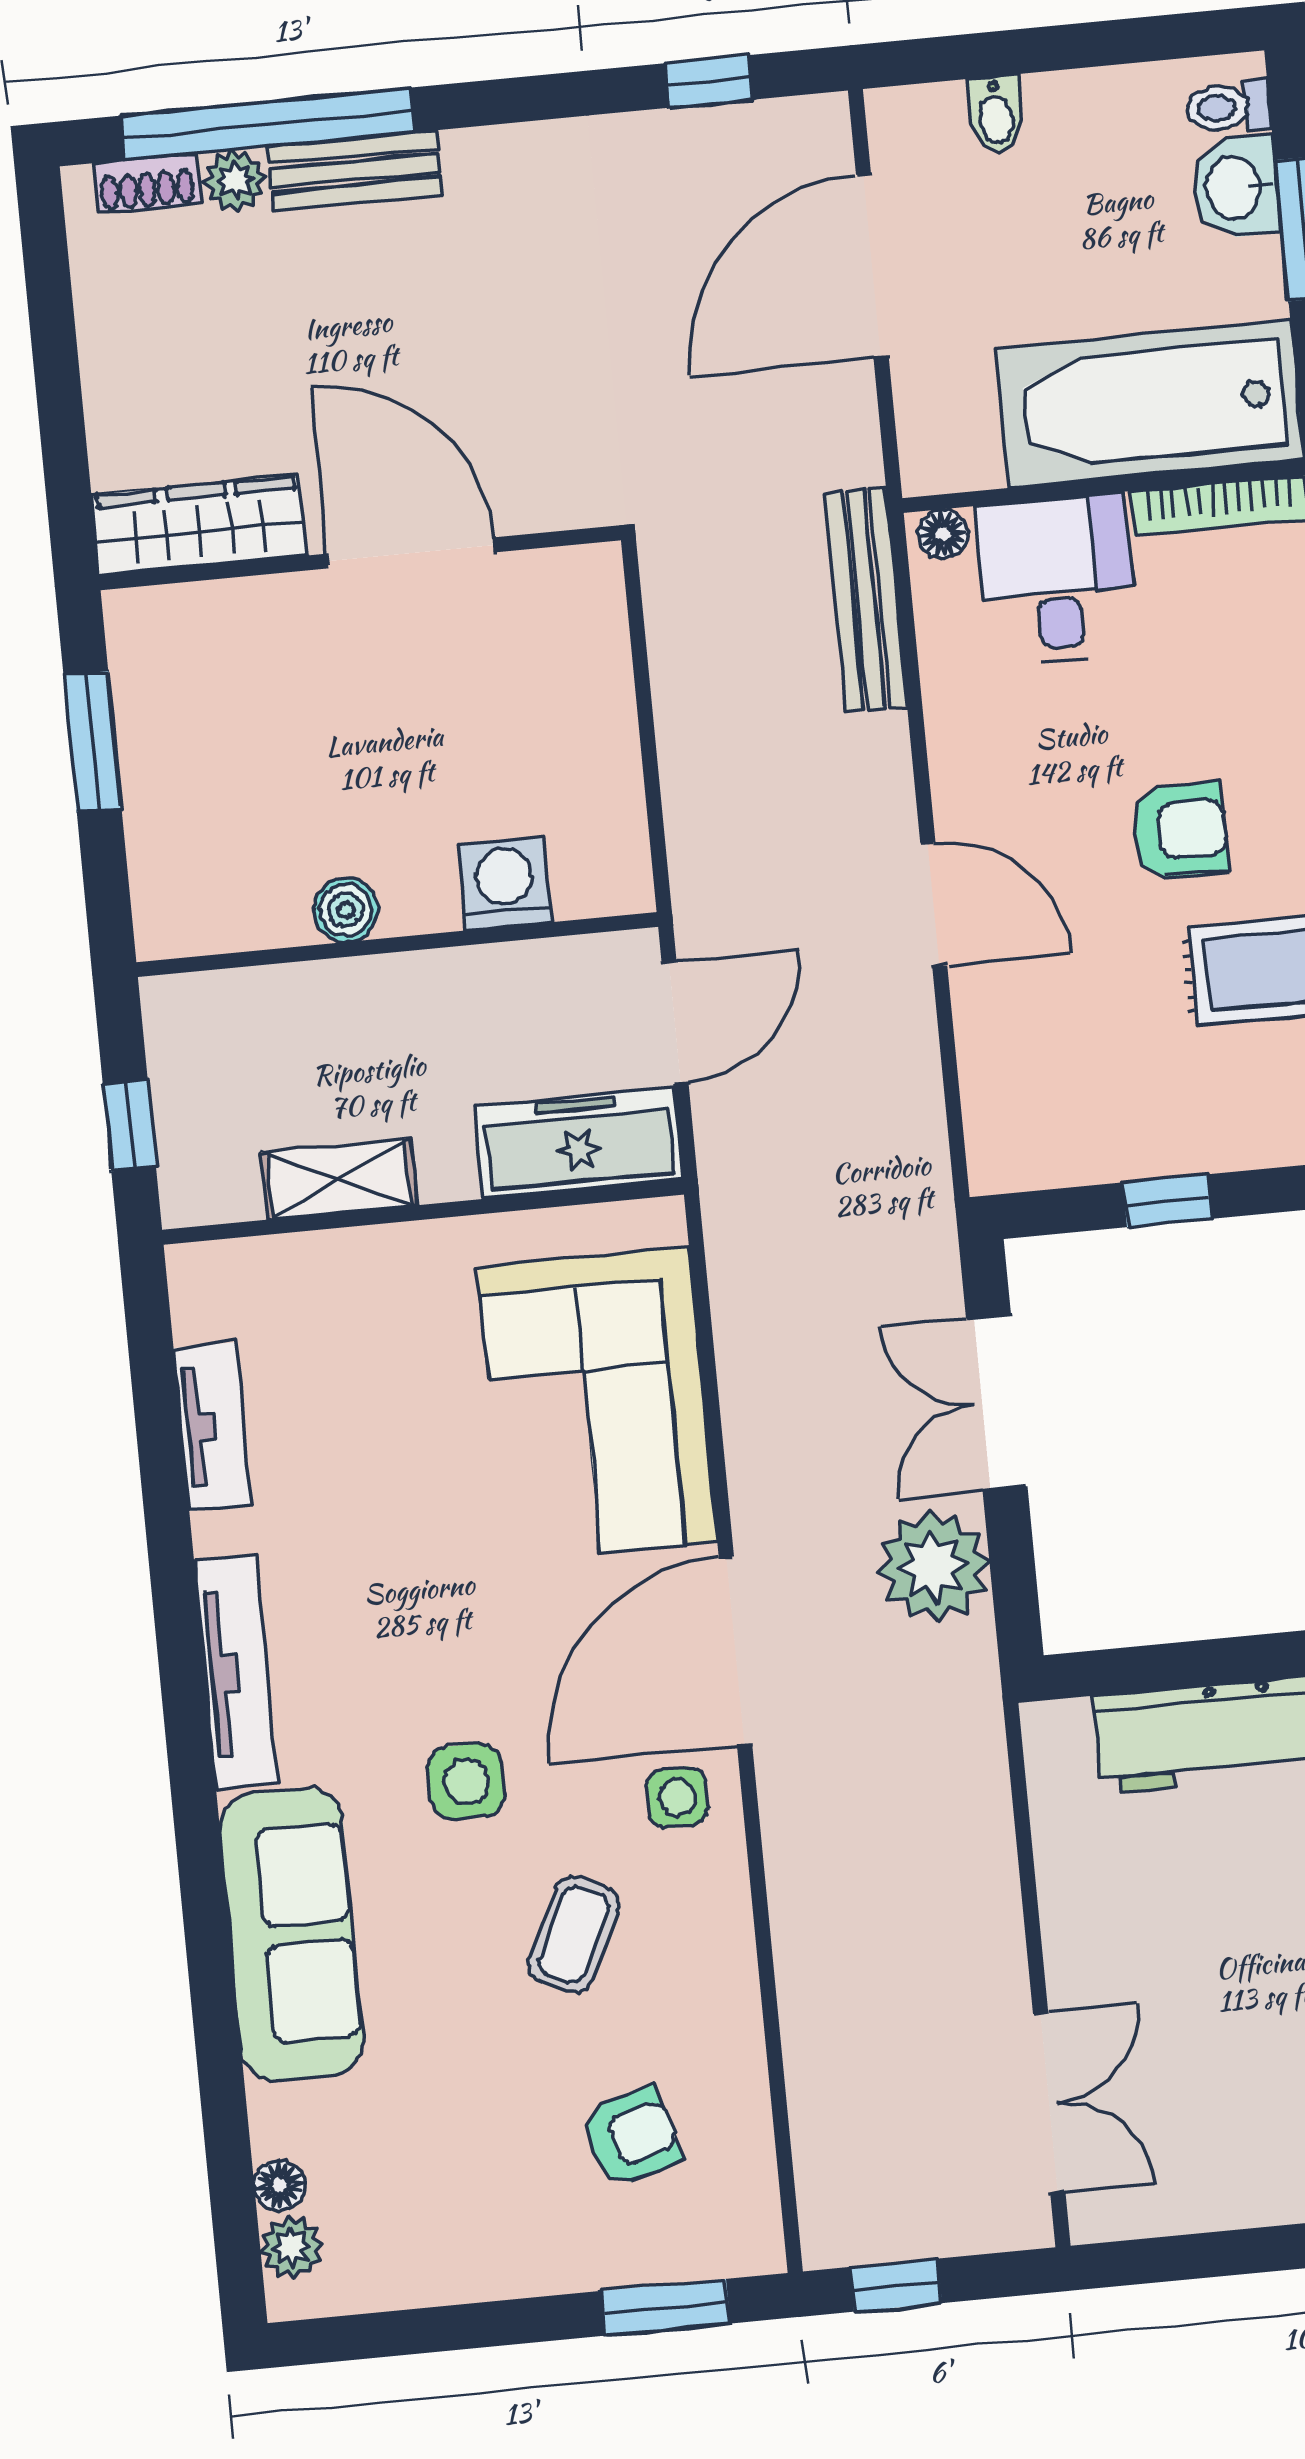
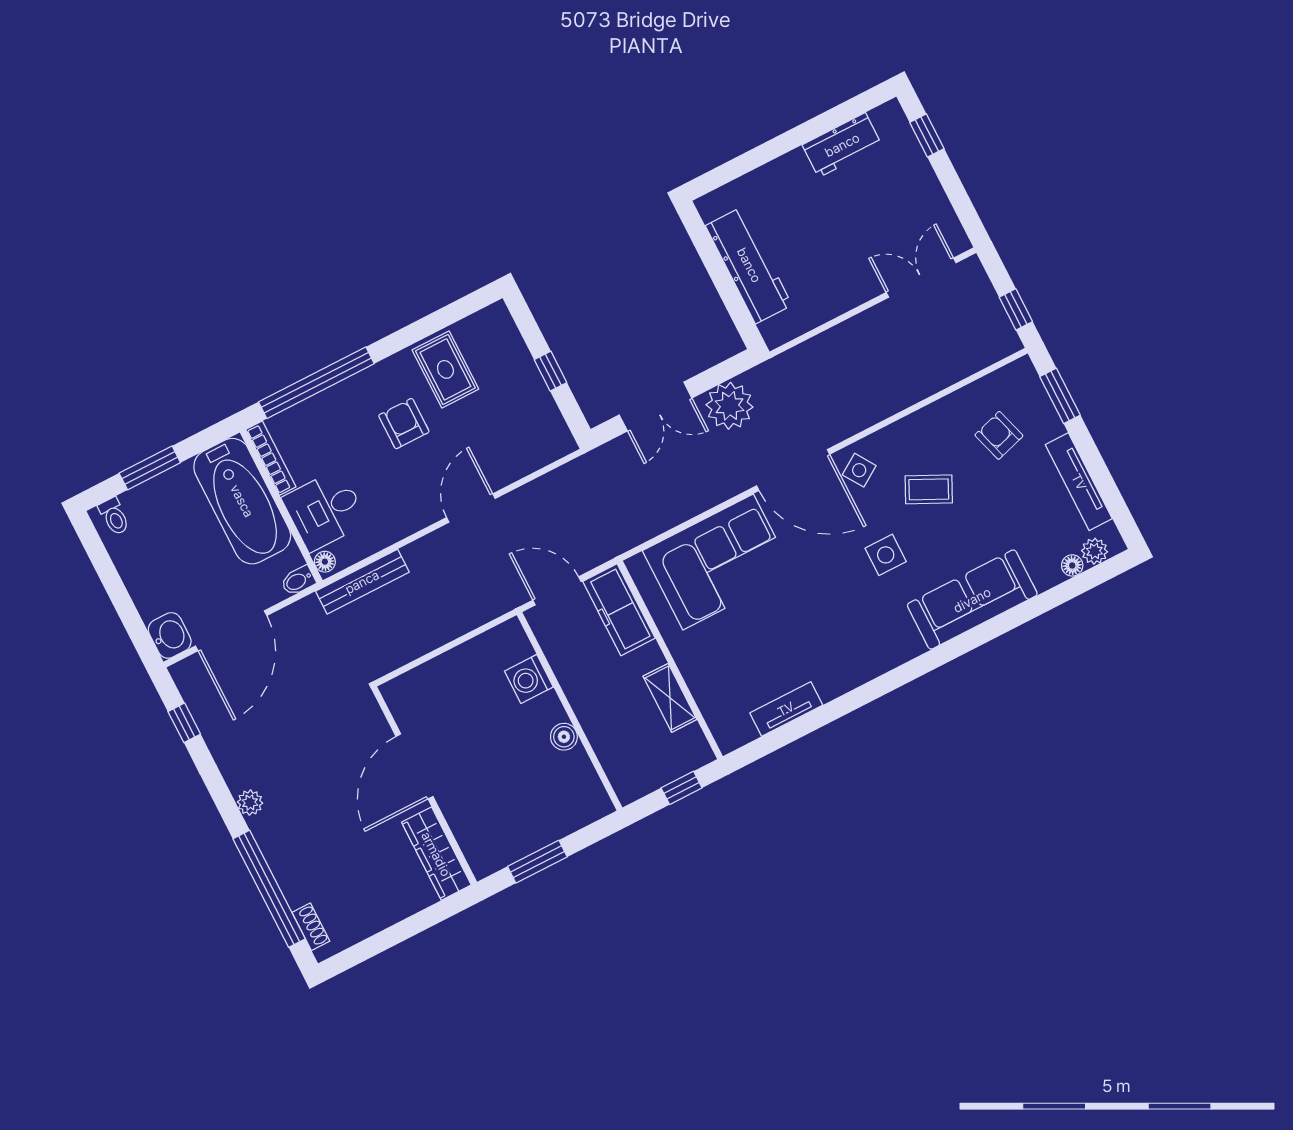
bidet: (996, 114) -> (298, 581), moved, turned 180
bench: (355, 170) -> (274, 847), removed
plant: (235, 180) -> (250, 803), moved
washbasin: (1236, 187) -> (170, 635), moved, turned -90
door: (872, 266) -> (231, 631), hinge flipped
tv unit: (236, 1672) -> (1079, 482), moved, turned -90
side table: (677, 1797) -> (859, 470), turned -33

